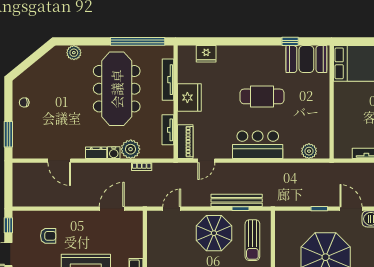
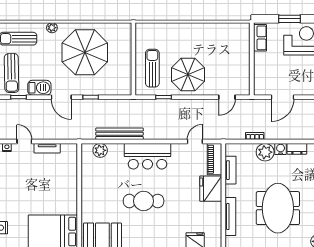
meeting table: (117, 89) -> (278, 208), width x0.73
fridge: (189, 98) -> (211, 189), moved
bench: (237, 200) -> (119, 134), moved

